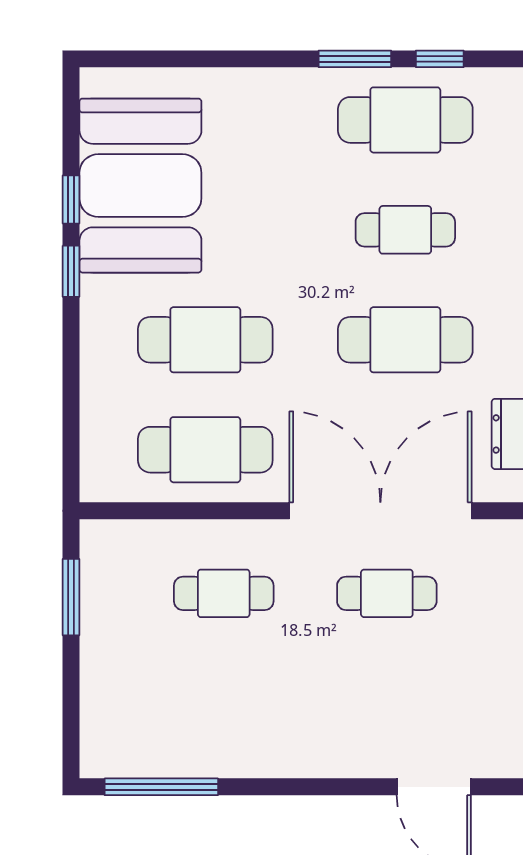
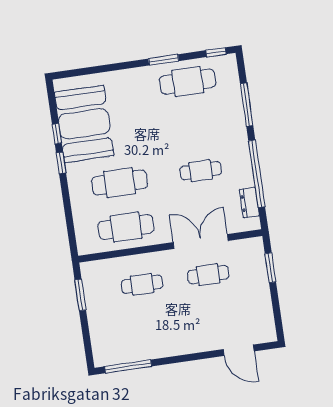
window: (440, 59) -> (216, 52), moved
cafe table: (405, 230) -> (194, 126), removed
cafe table: (405, 340) -> (201, 171), width x0.73, depth x0.74
double door: (380, 511) -> (201, 242), width x0.73

